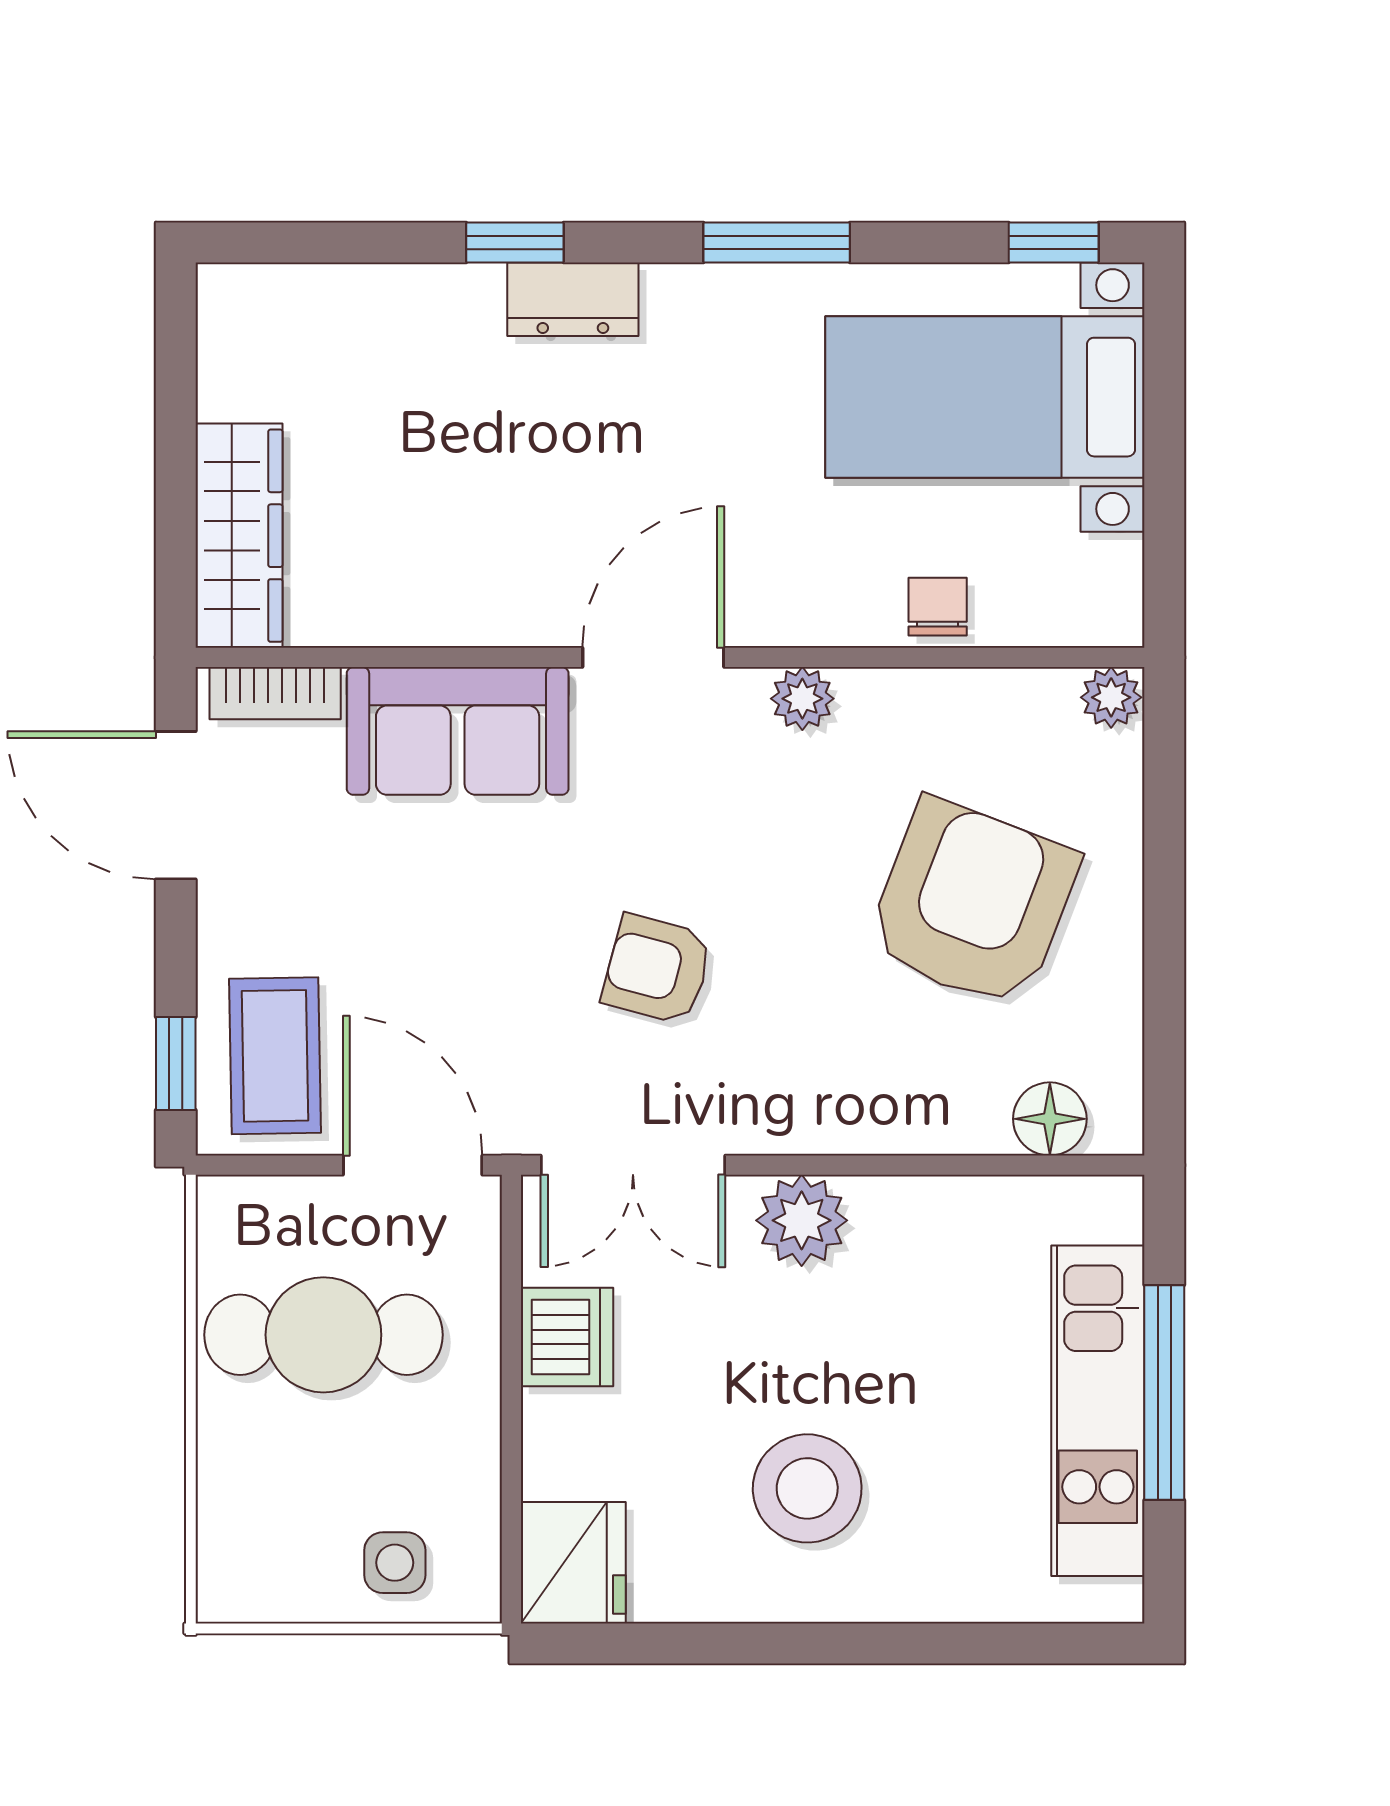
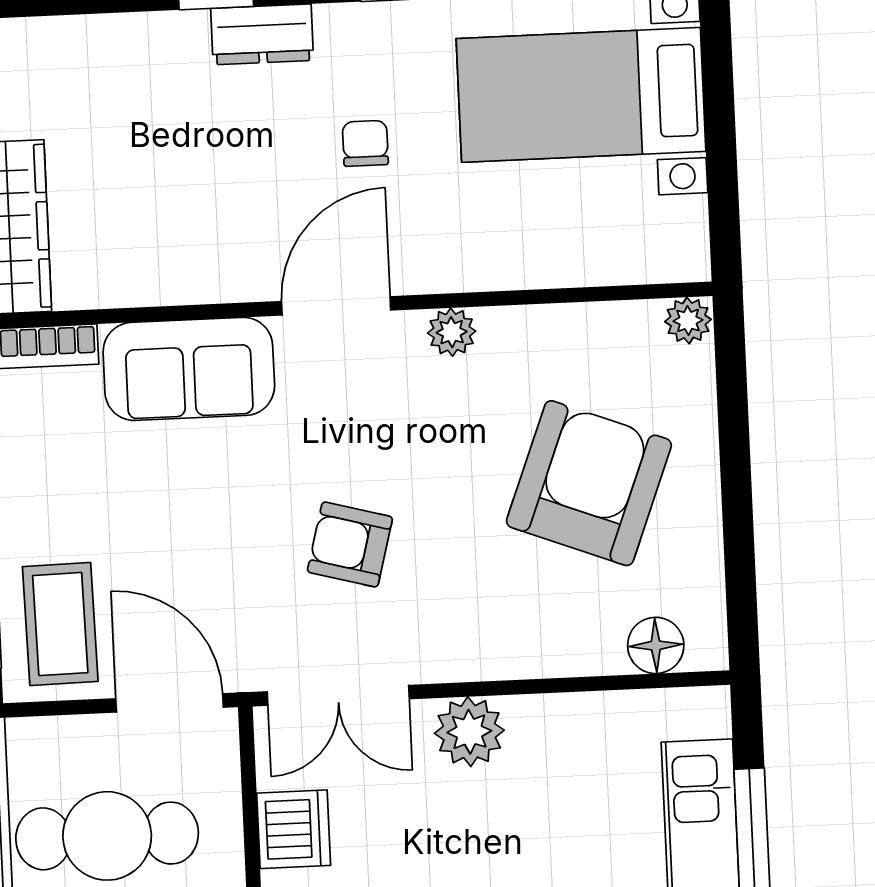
chair: (938, 607) -> (365, 143), moved

